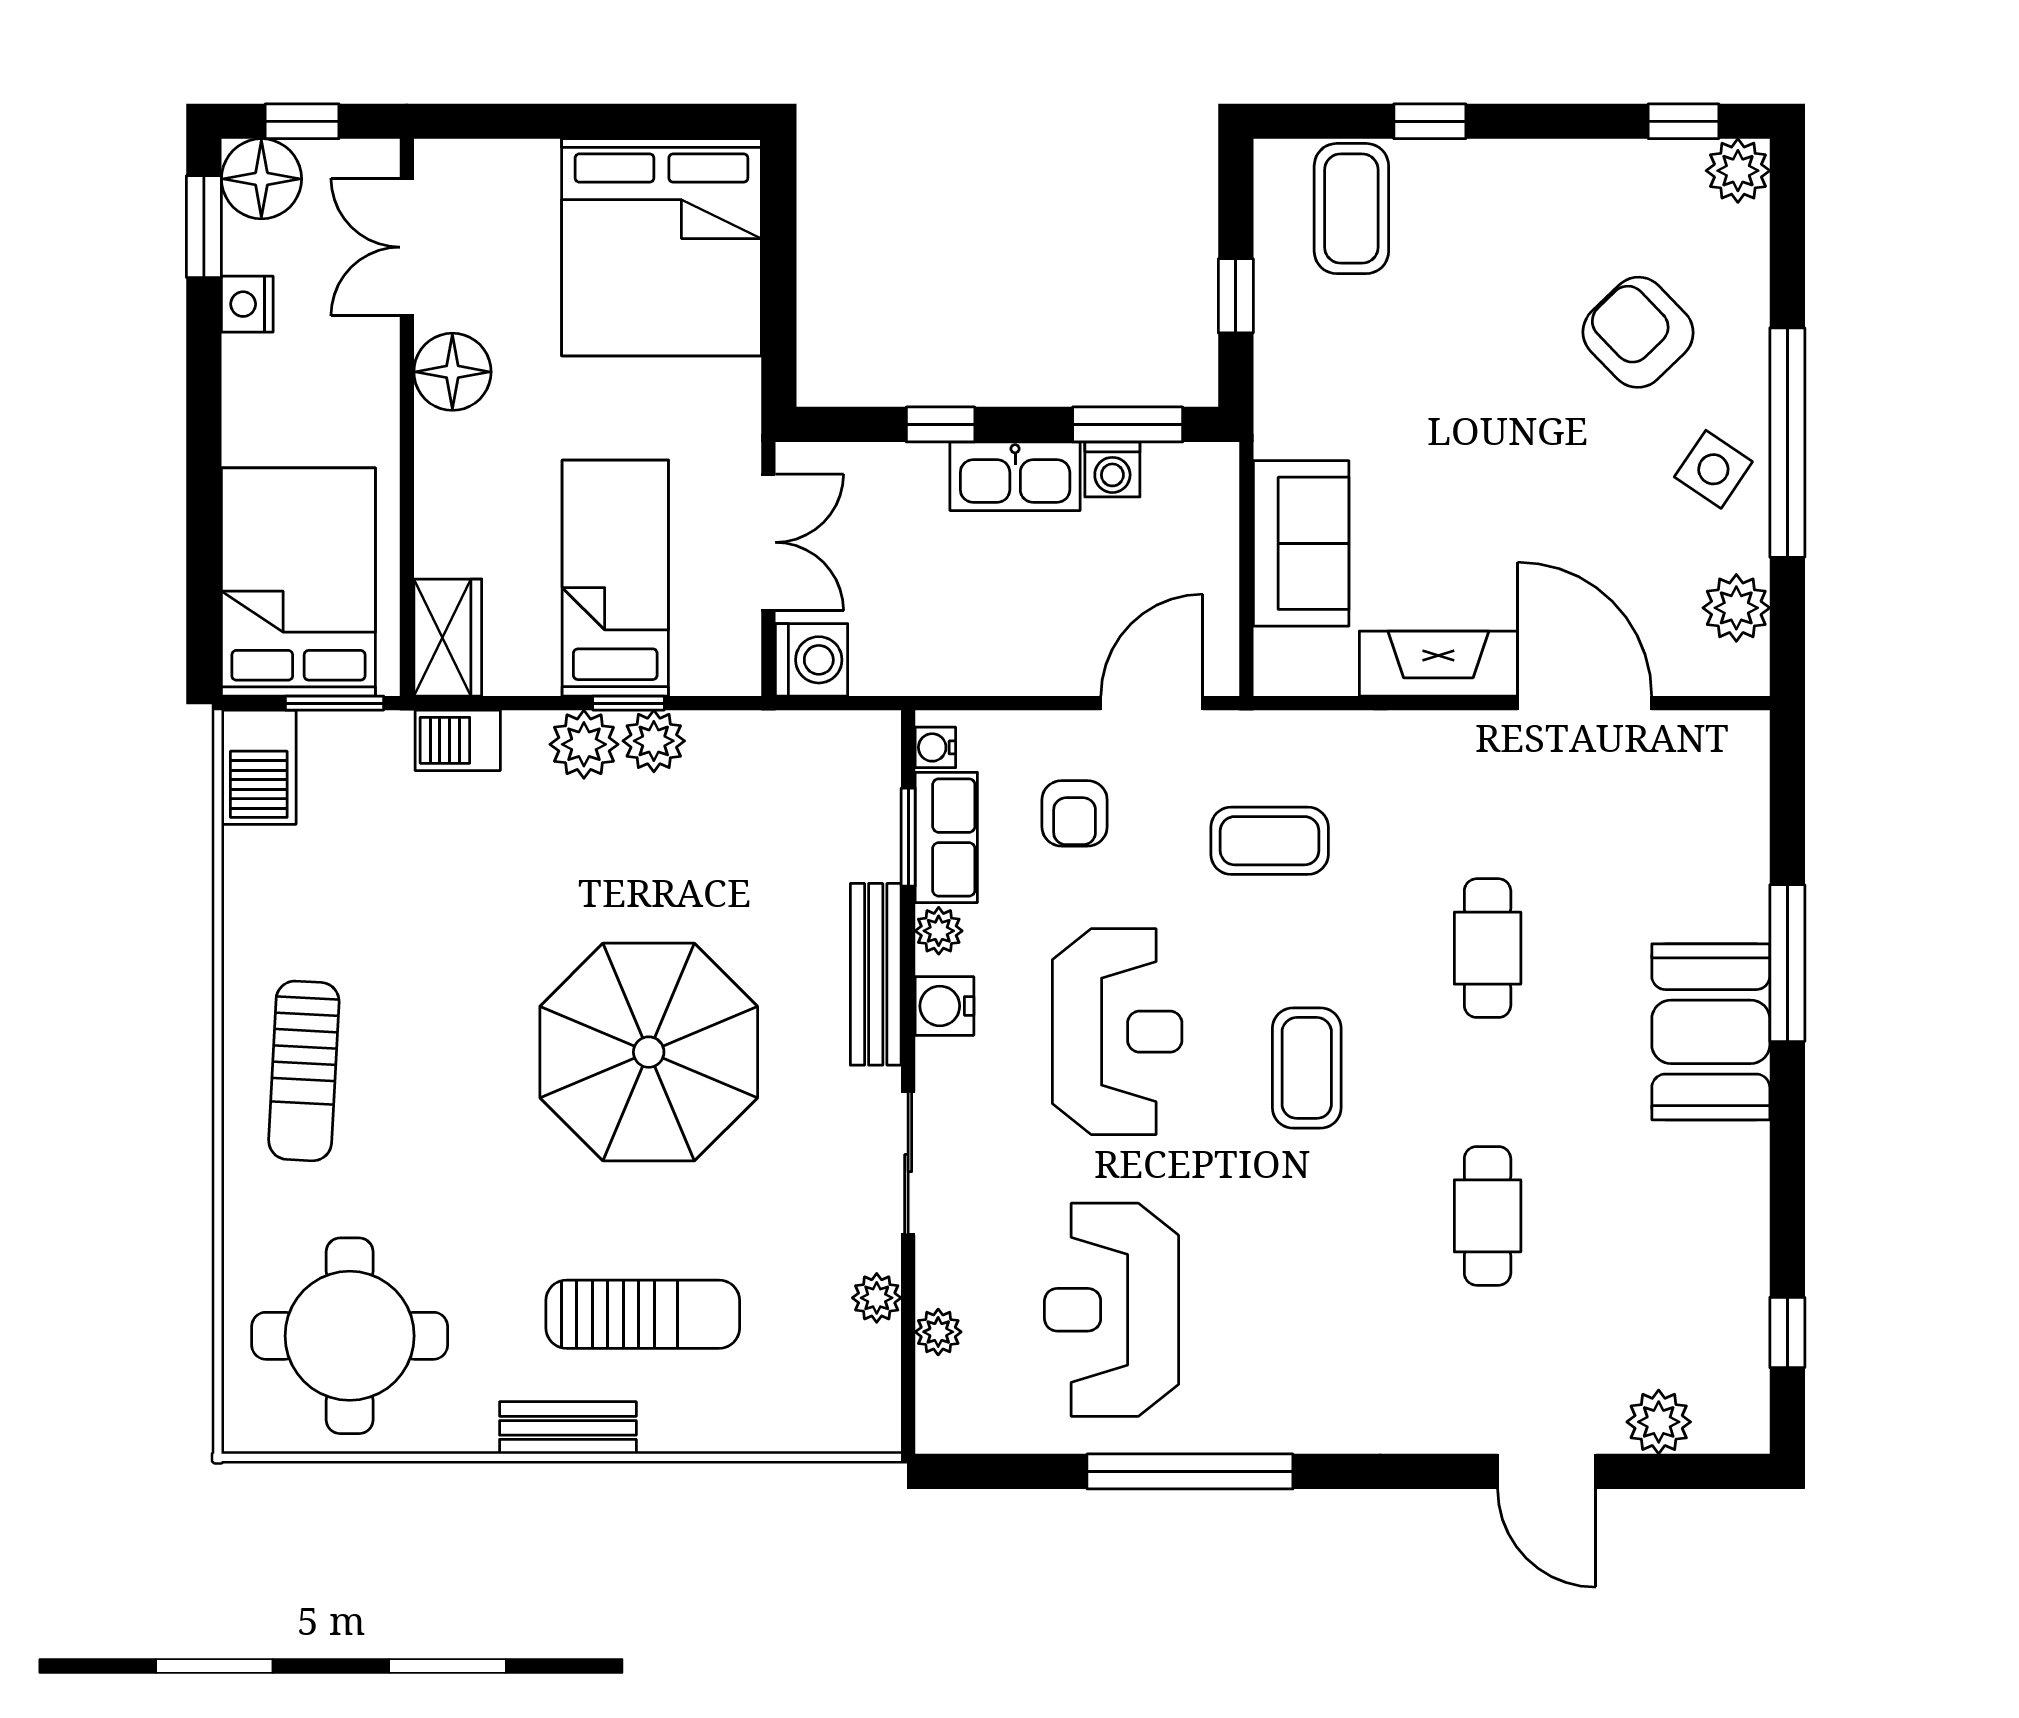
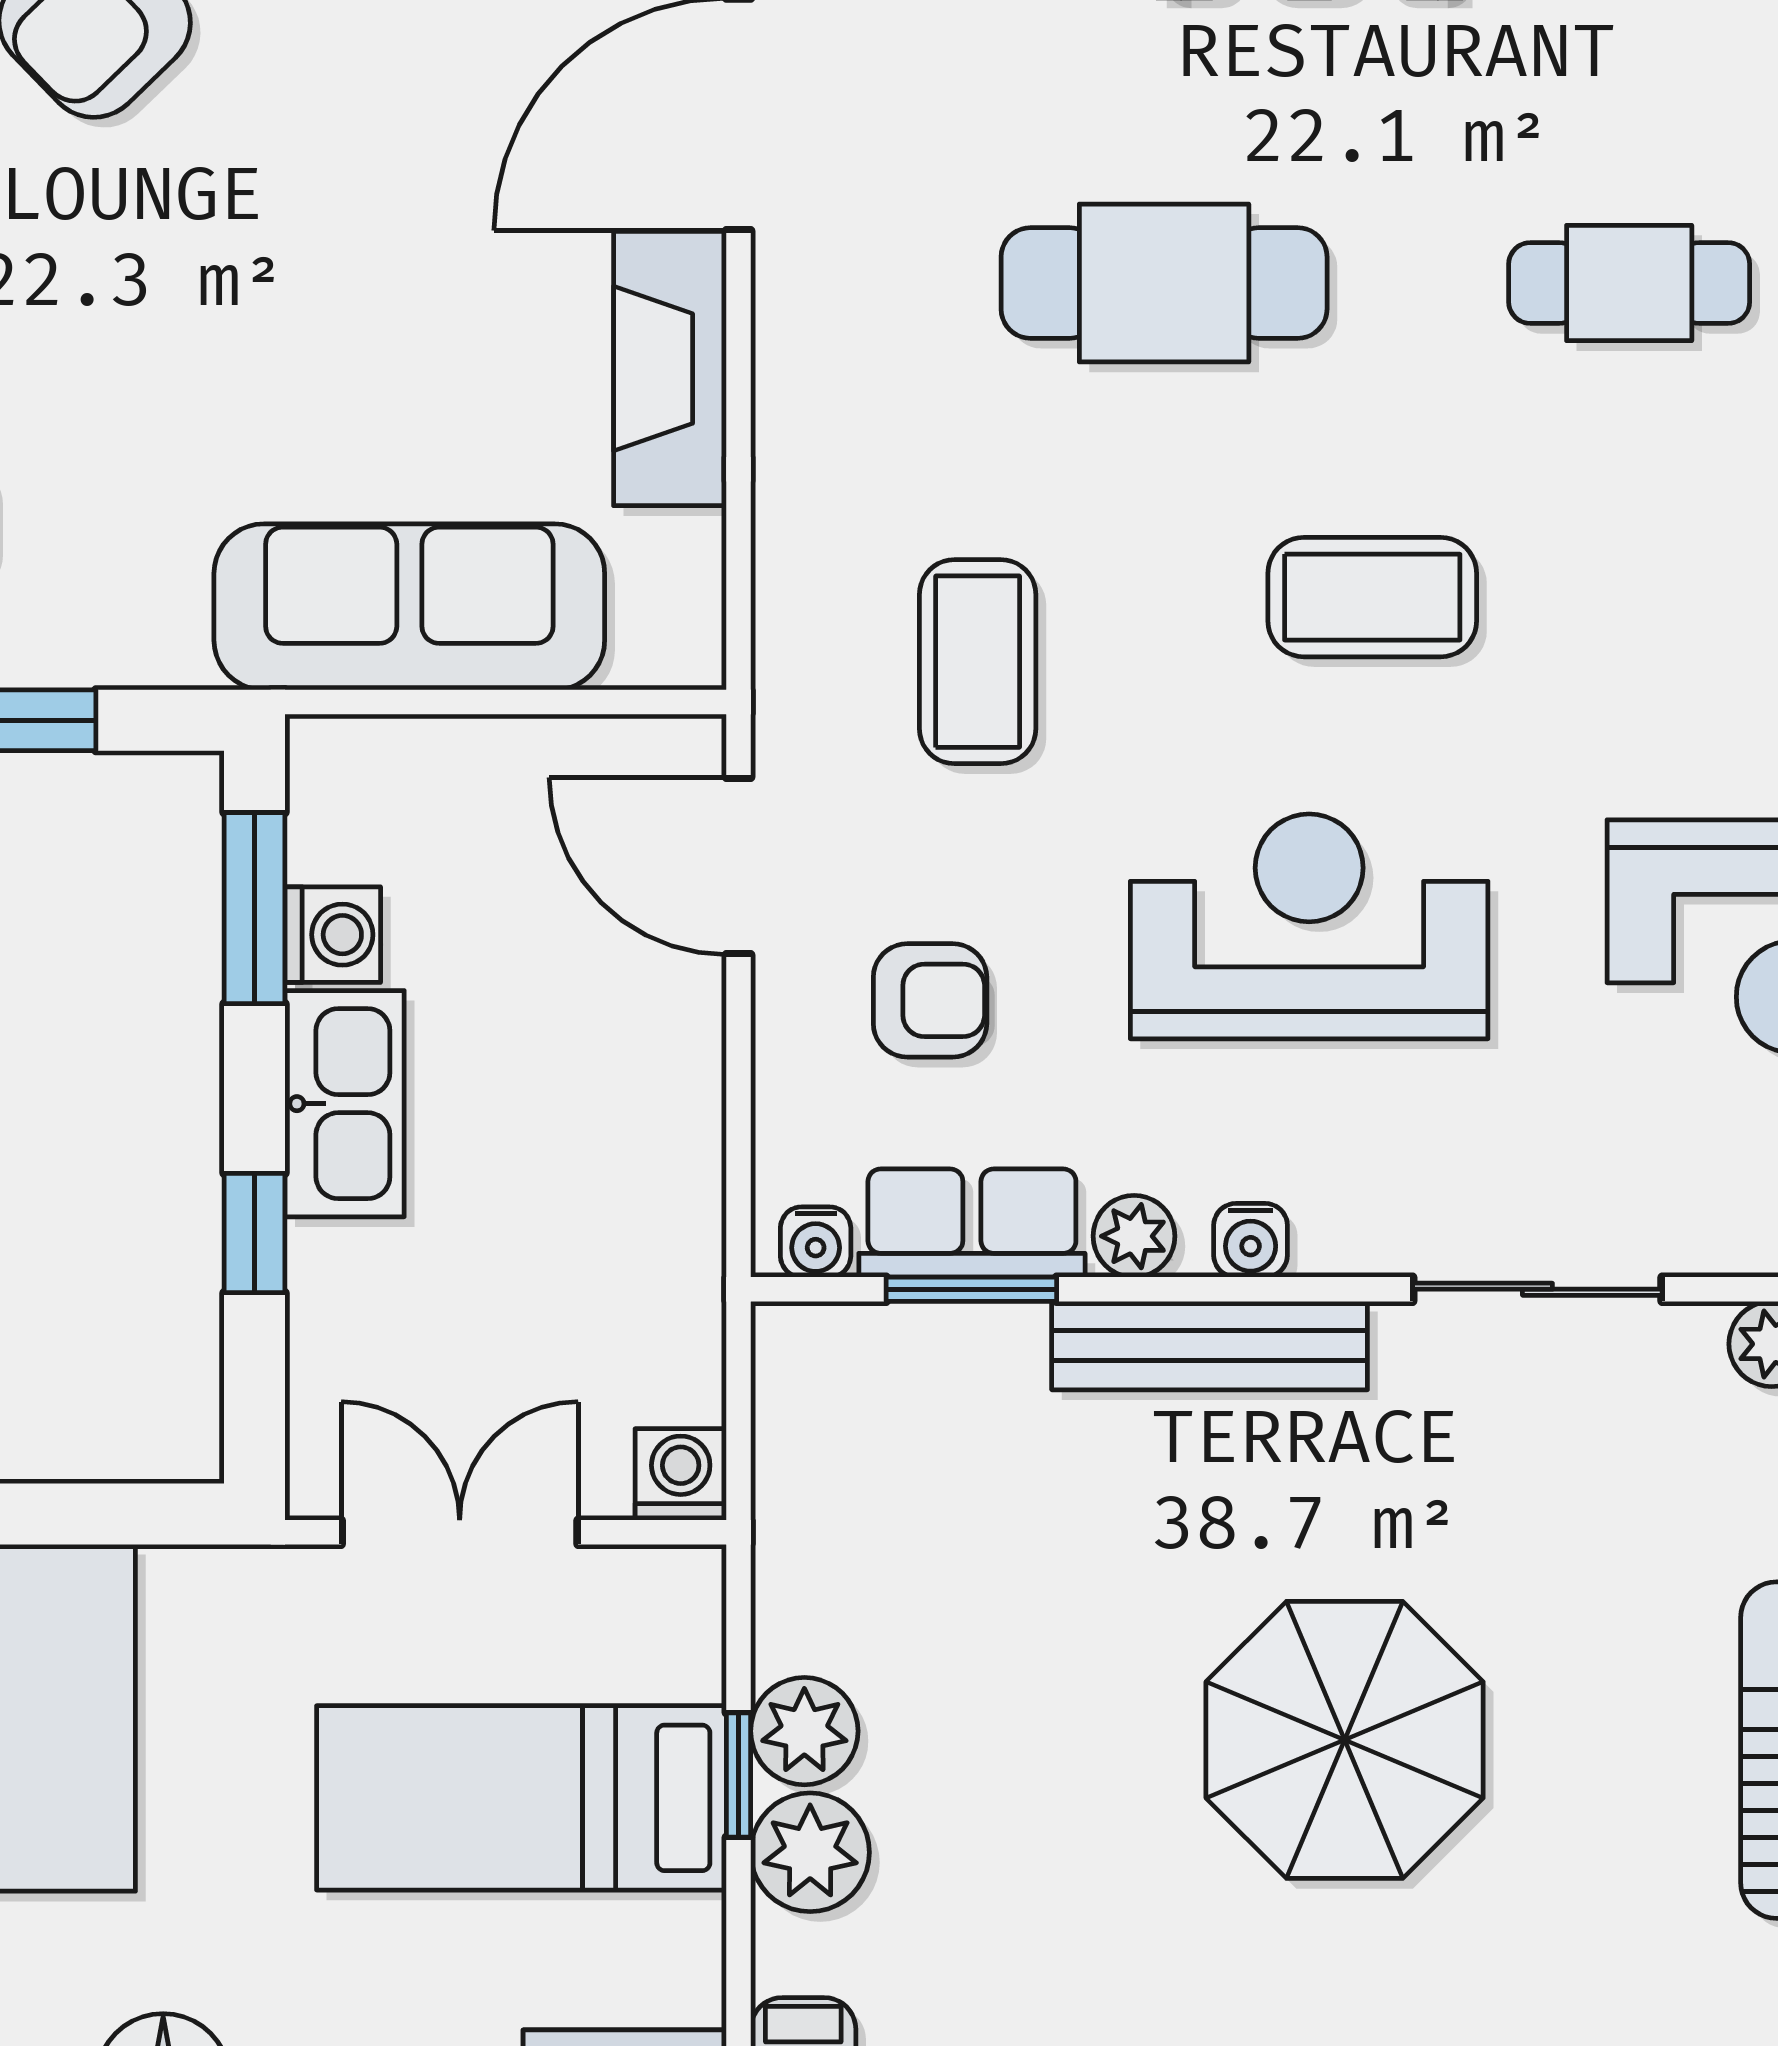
sofa: (1301, 543) -> (409, 607), width x1.36
washing machine: (812, 660) -> (681, 1474), width x0.73, depth x0.73
cafe table: (1488, 948) -> (1164, 283), width x1.37, depth x1.35
water cooler: (944, 1006) -> (1251, 1240), width x0.72, depth x0.72
parasol: (649, 1052) -> (1345, 1740), width x0.73, depth x0.73

